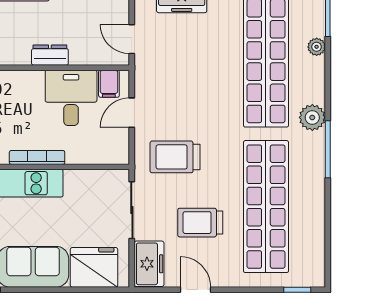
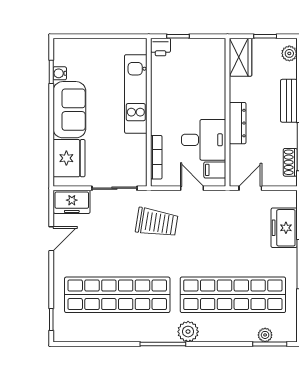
plant: (317, 47) -> (265, 335), moved
dresser: (50, 55) -> (238, 123), width x1.44
bookcase: (37, 157) -> (156, 157), moved
trolley: (175, 157) -> (157, 222), turned 99
trolley: (200, 223) -> (105, 243), removed

